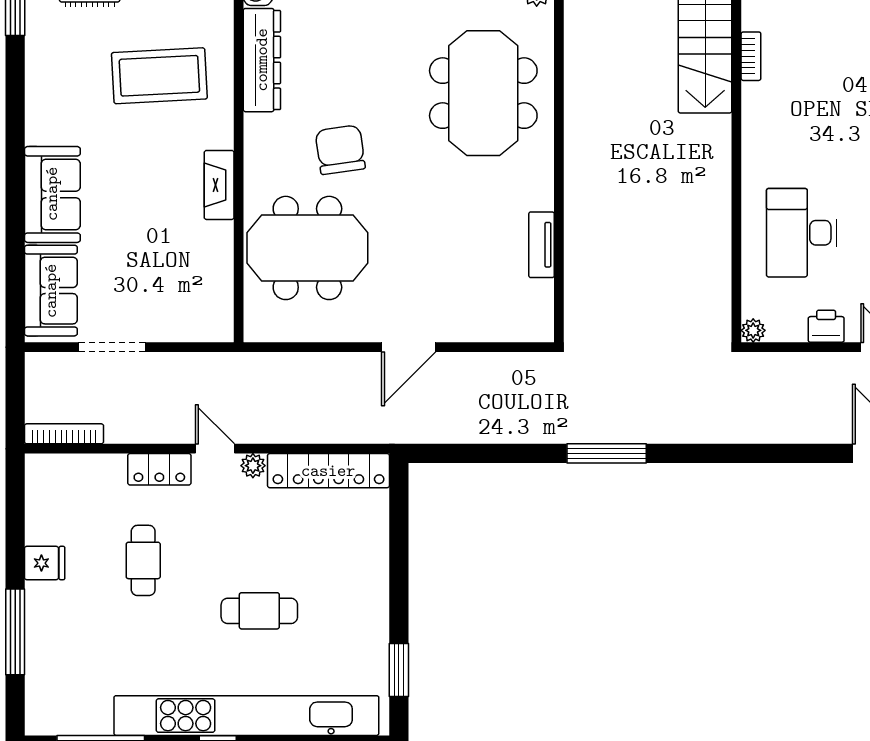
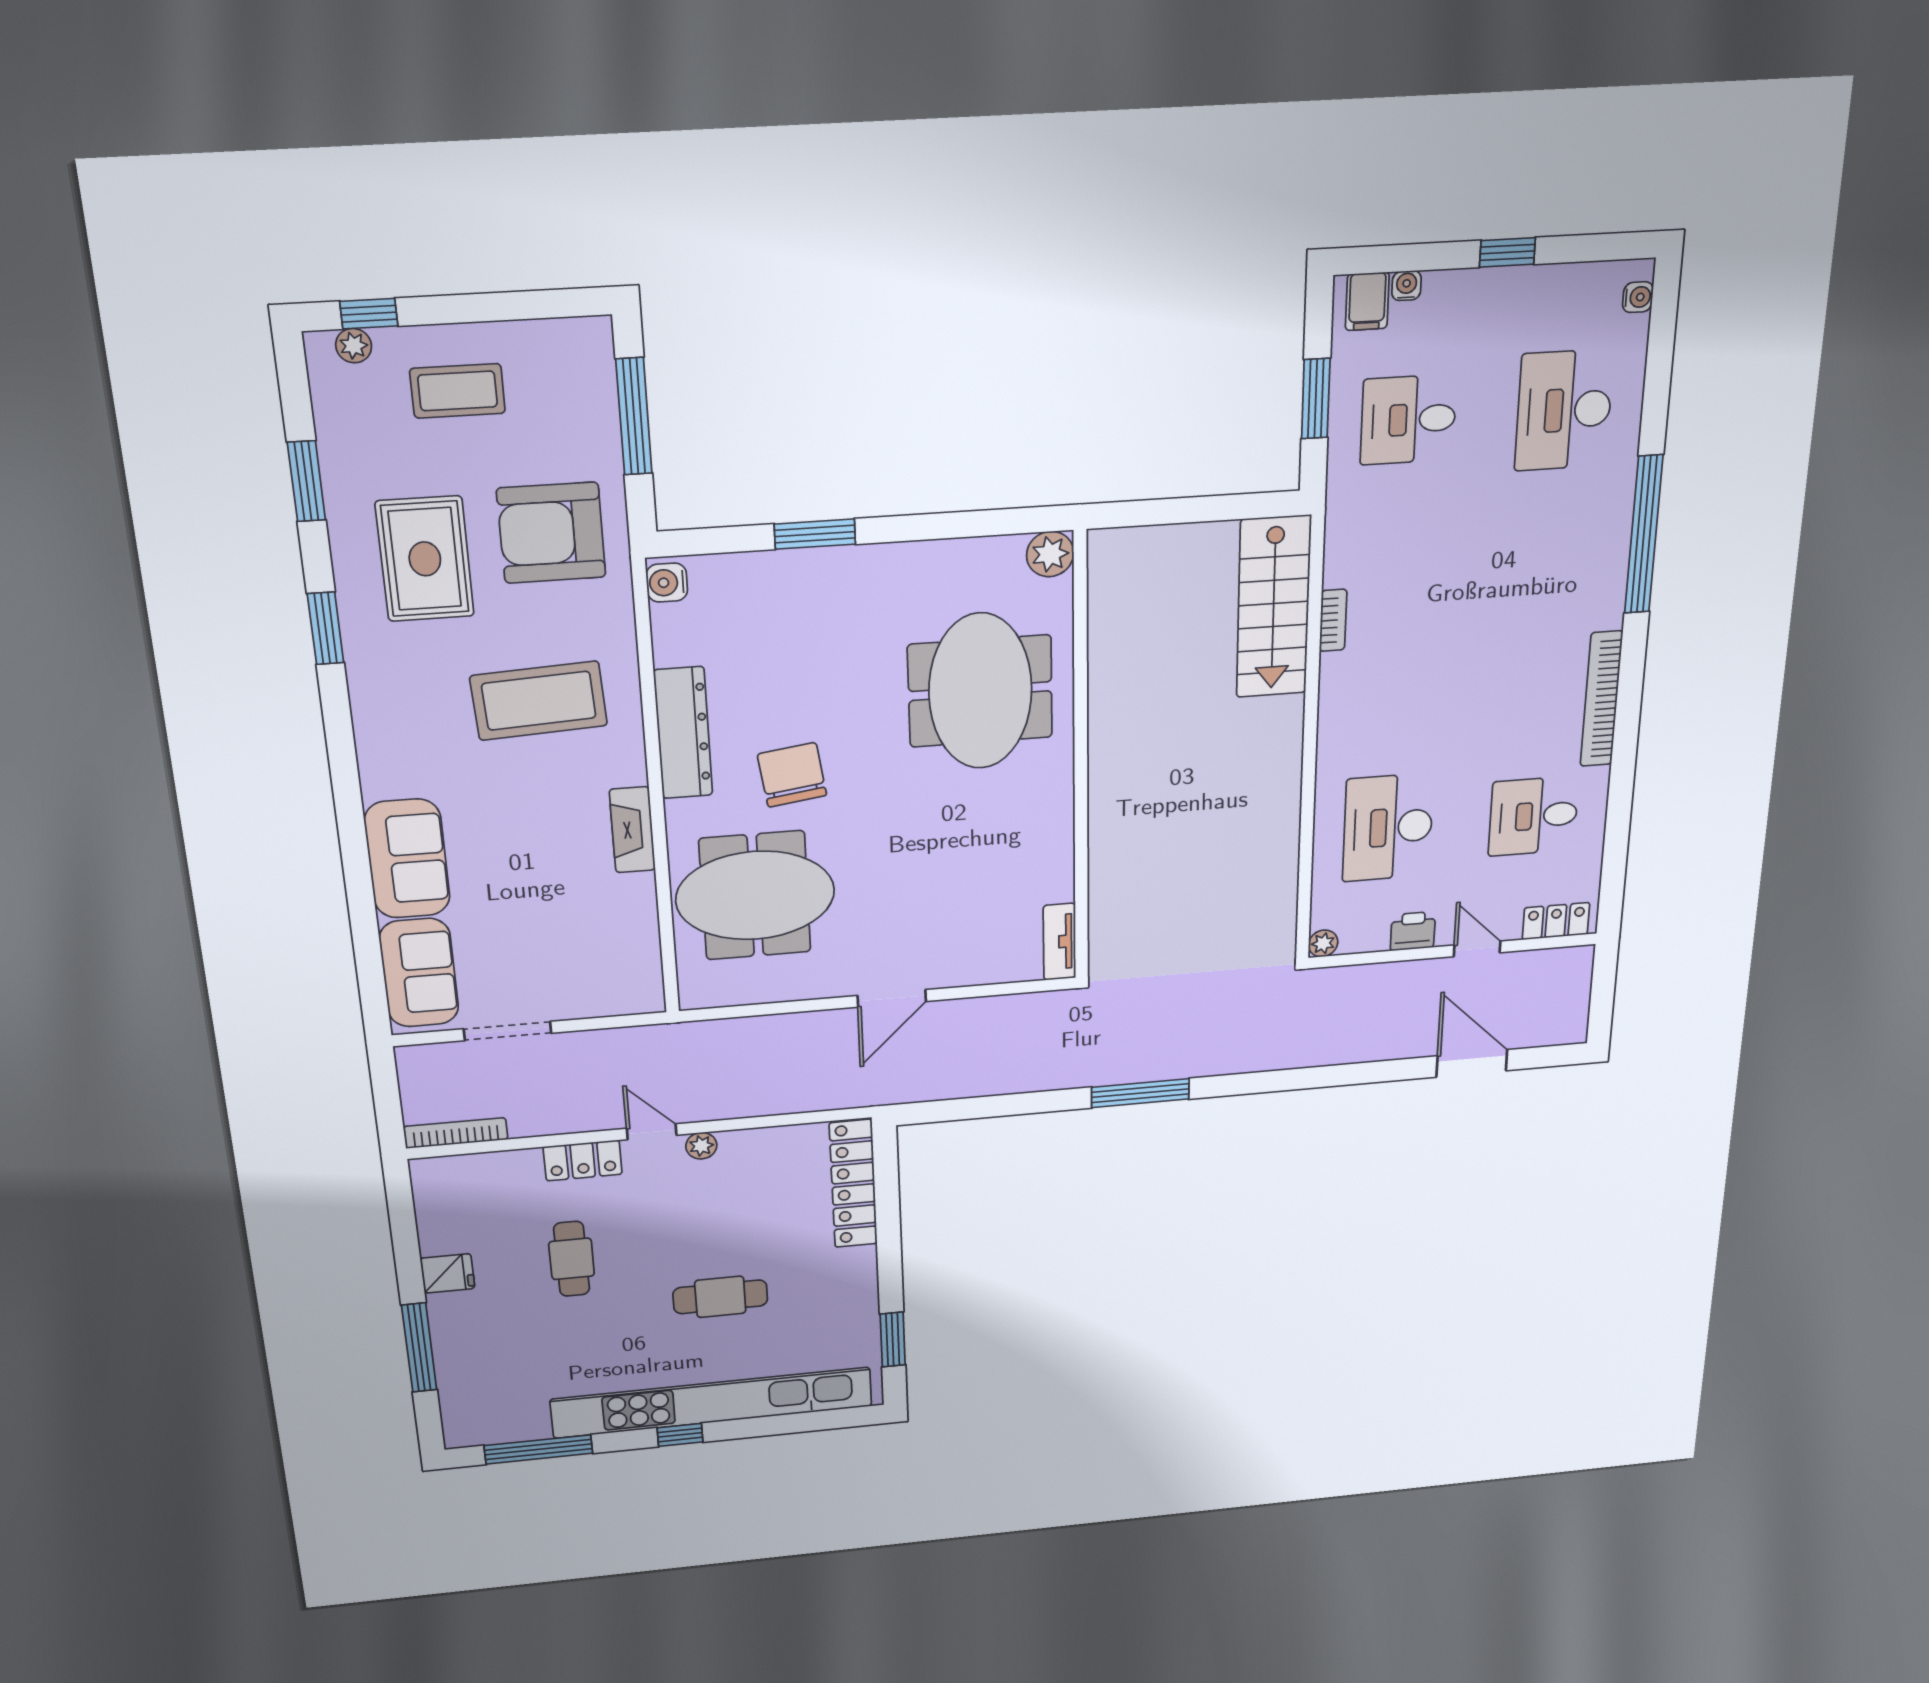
dresser: (262, 60) -> (683, 733), moved
tv unit: (542, 245) -> (1059, 942), moved
locker: (328, 471) -> (853, 1184), moved, turned 90

